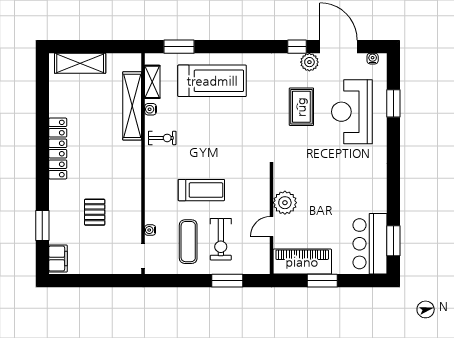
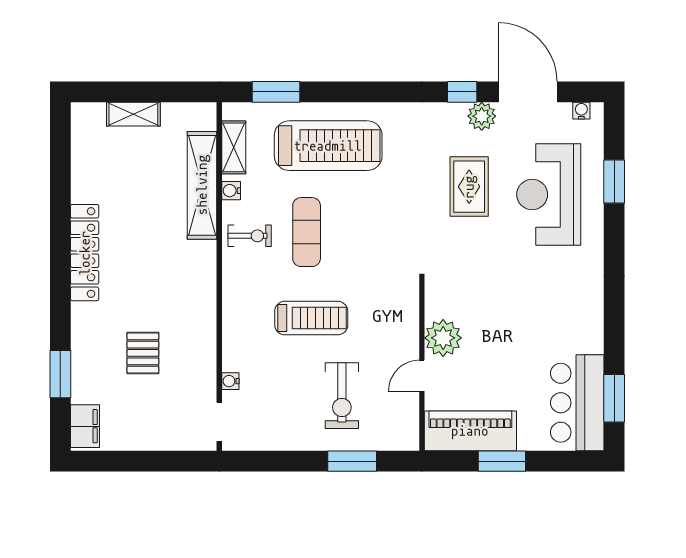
shelving: (80, 63) -> (133, 114), width x0.67, depth x0.75
exercise mat: (188, 242) -> (307, 232), moved

